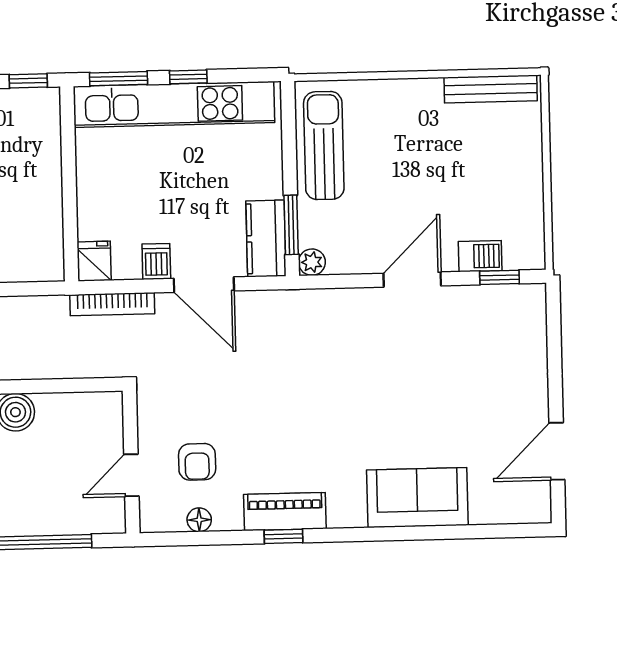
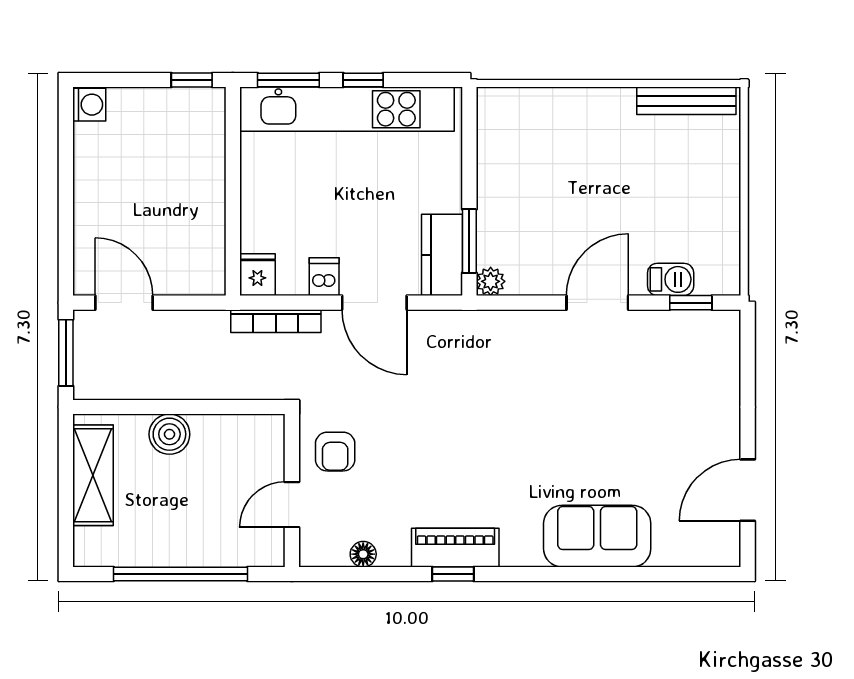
sun lounger: (324, 146) -> (506, 157), removed
armchair: (197, 462) -> (335, 452), moved

